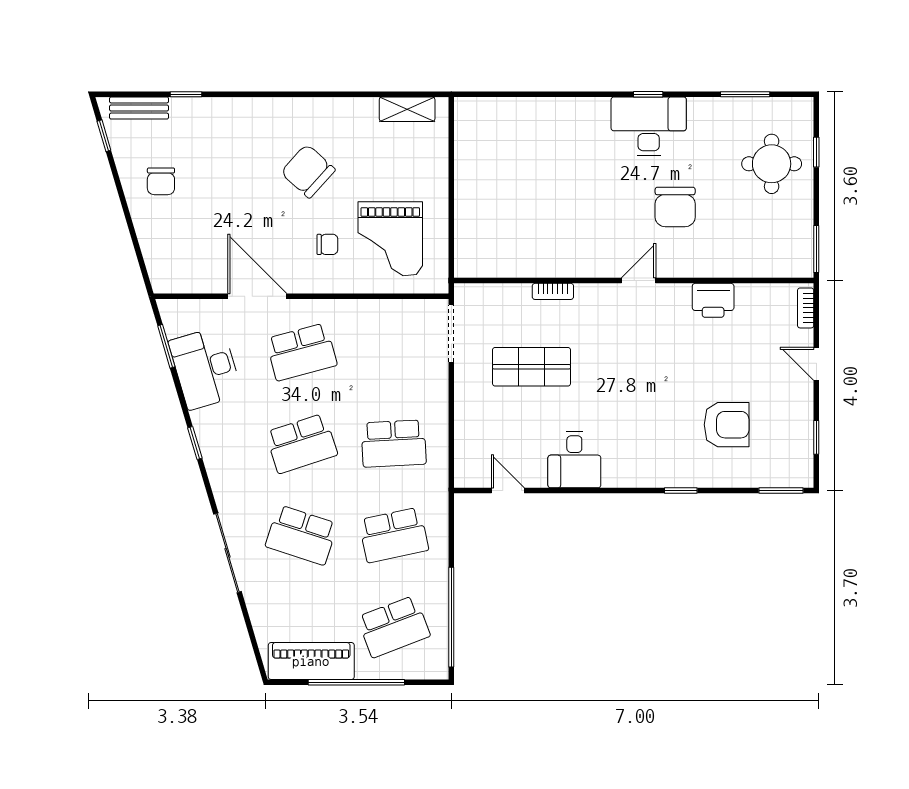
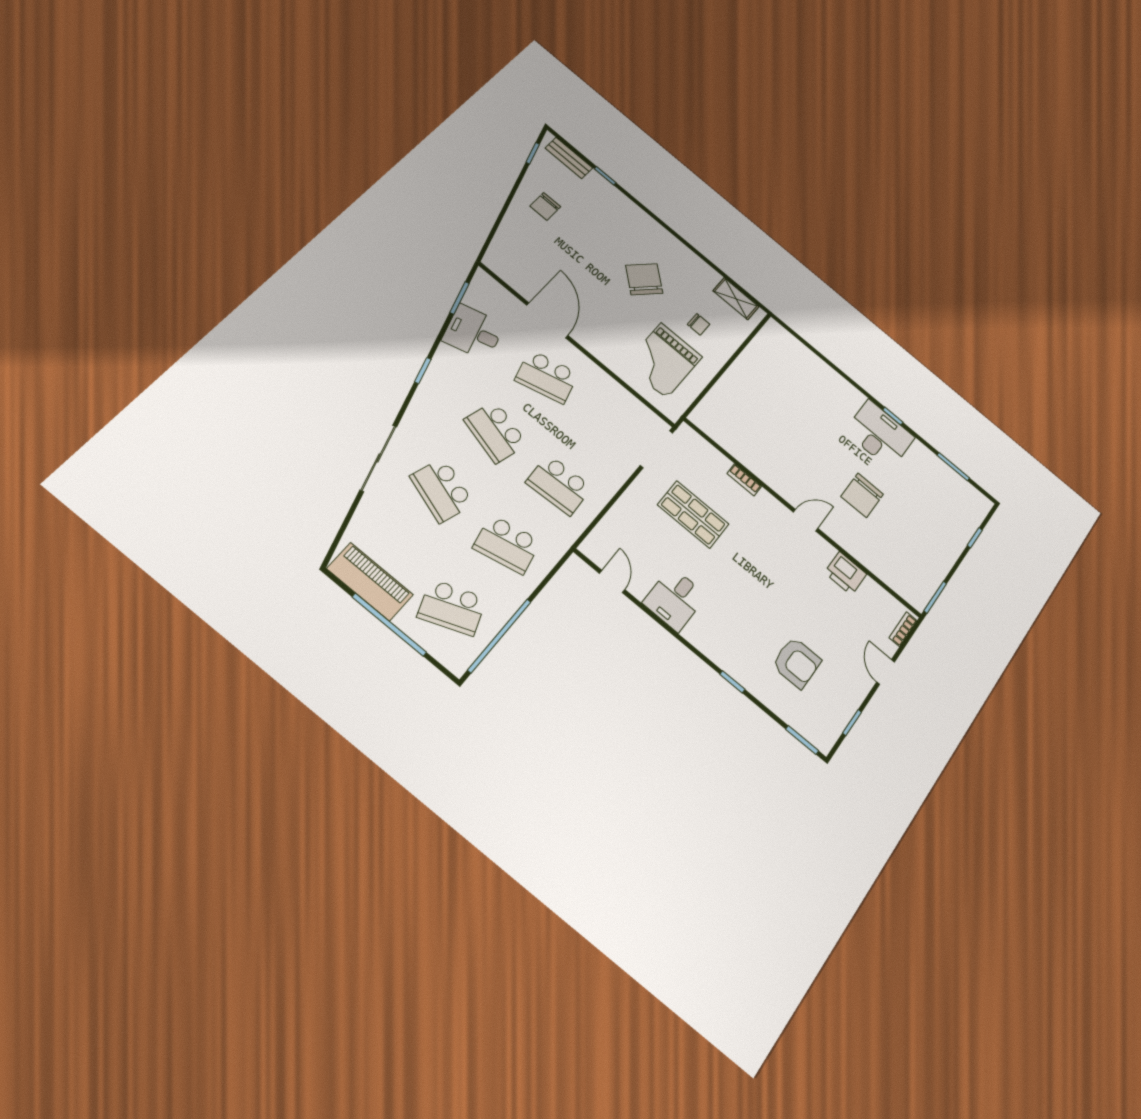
round table: (772, 164) -> (942, 521), removed
chair: (327, 244) -> (699, 324), moved
desk: (205, 368) -> (473, 332), width x0.73
school desk: (301, 444) -> (496, 432), turned 33

